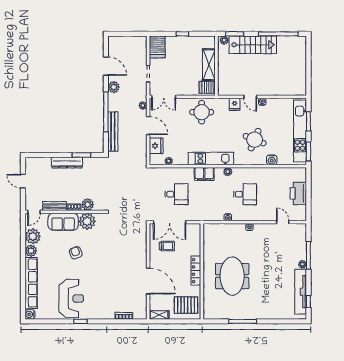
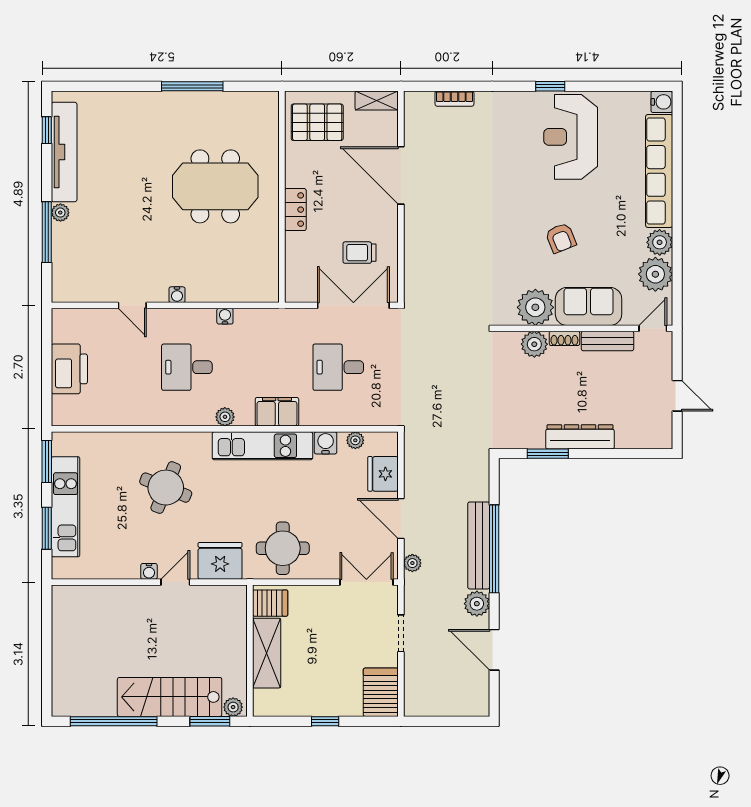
door: (250, 97) -> (175, 582), hinge flipped
fridge: (235, 104) -> (220, 561), width x1.88, depth x1.34
kitchen unit: (300, 131) -> (66, 507), width x0.73
bench: (113, 132) -> (479, 545), moved
water cooler: (272, 160) -> (326, 443), moved
door: (283, 222) -> (132, 305), moved
locker: (196, 271) -> (295, 210), width x0.66
meeting table: (232, 276) -> (215, 186), turned 90

